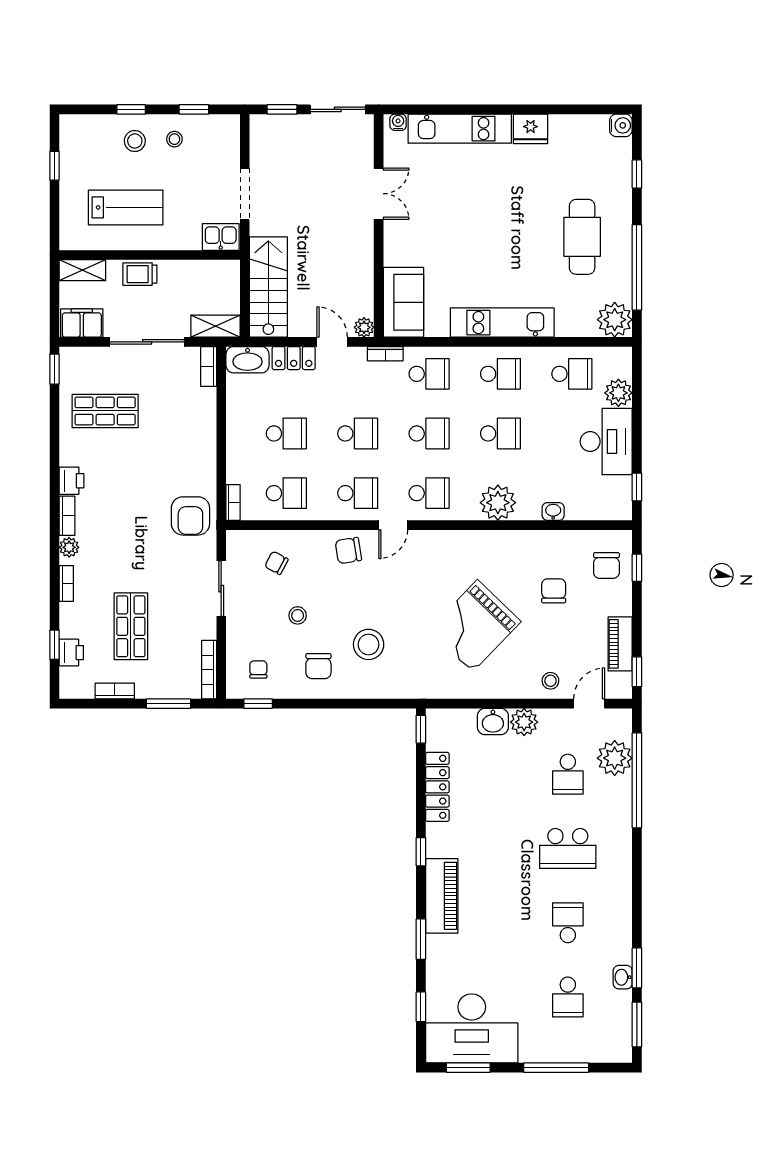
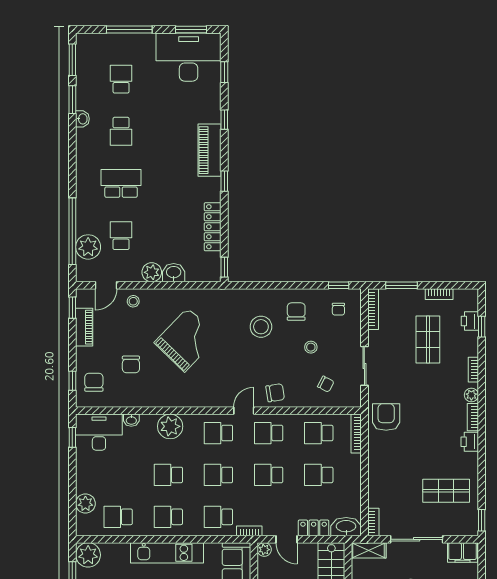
desk: (606, 442) -> (99, 432), moved, turned 90
bookcase: (233, 503) -> (356, 433), width x1.56
window: (421, 939) -> (224, 120), width x0.67
washbasin: (623, 977) -> (82, 119), moved

